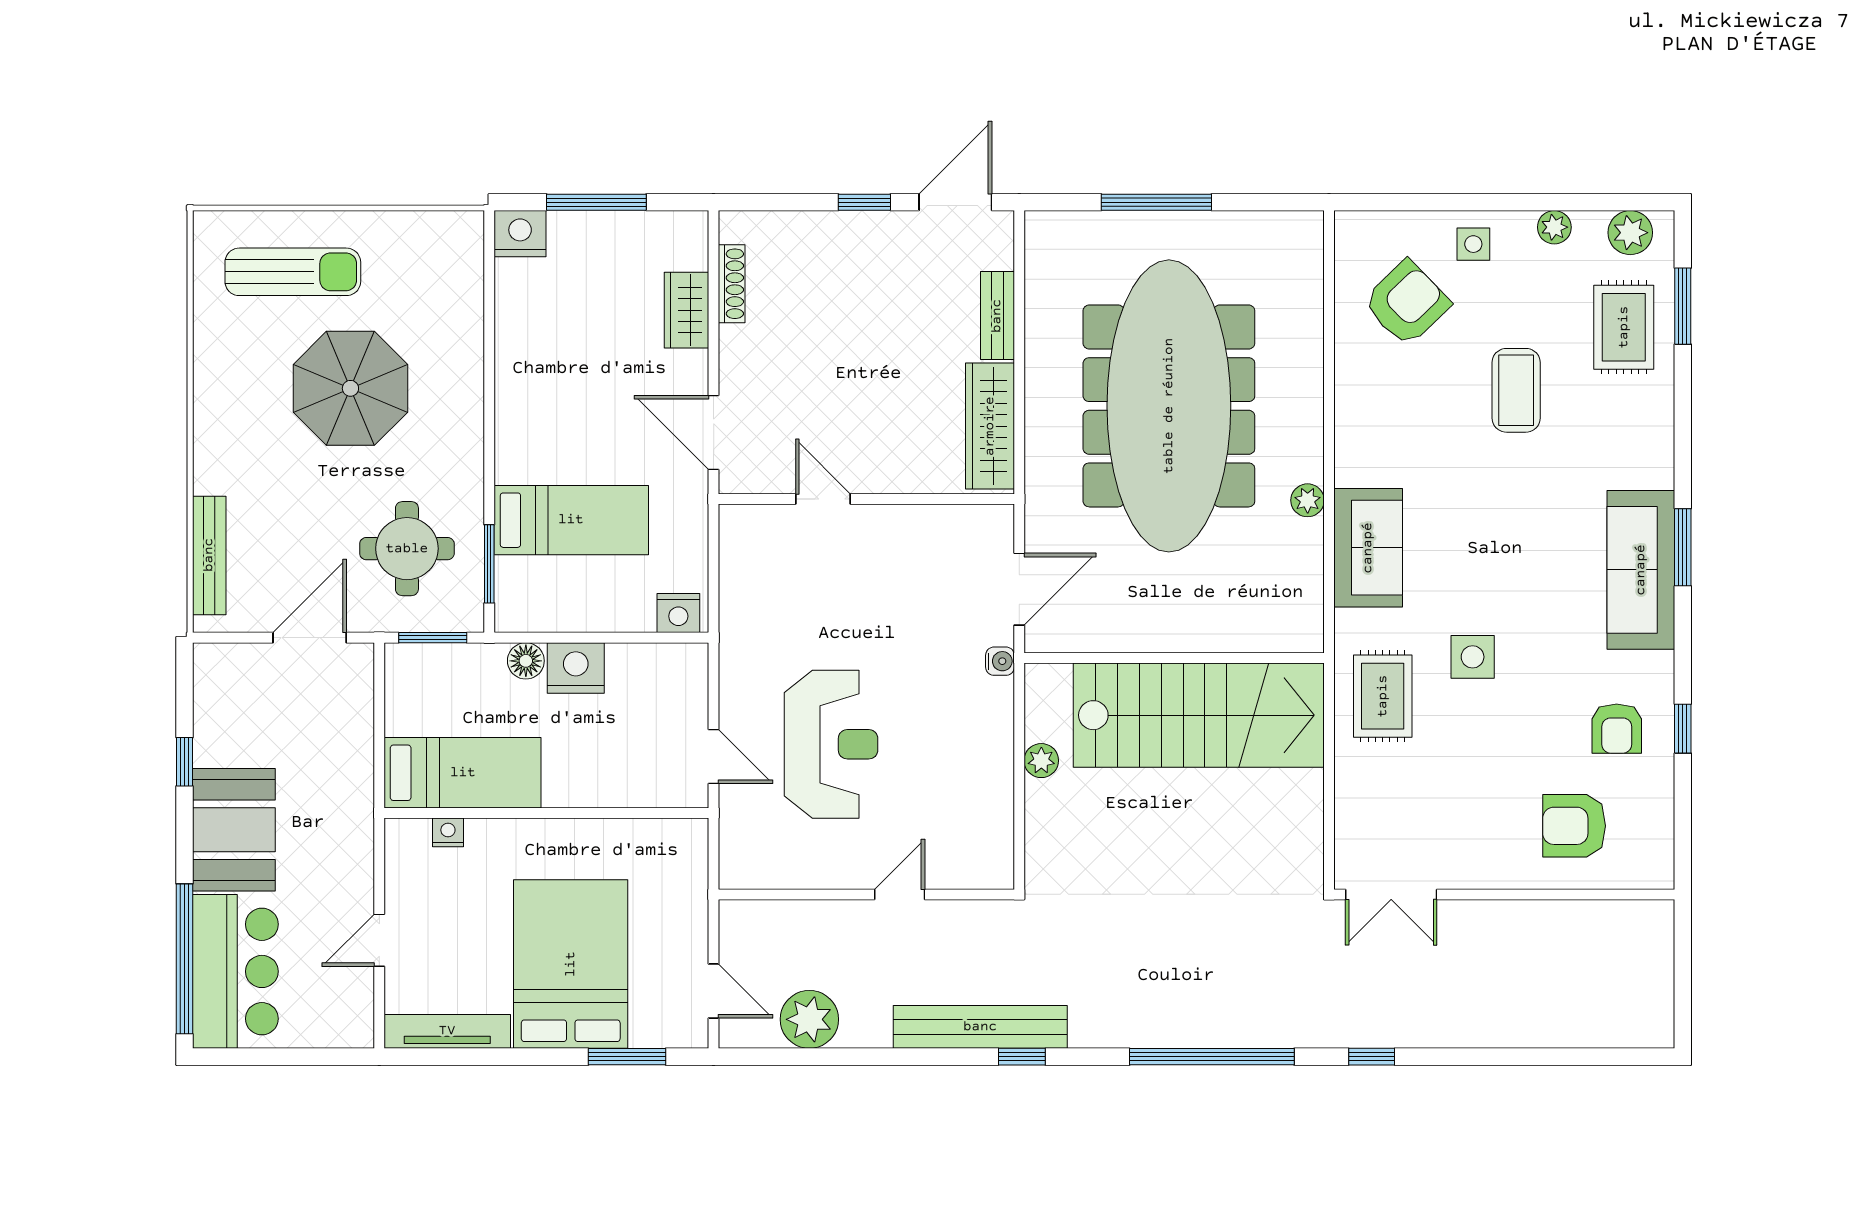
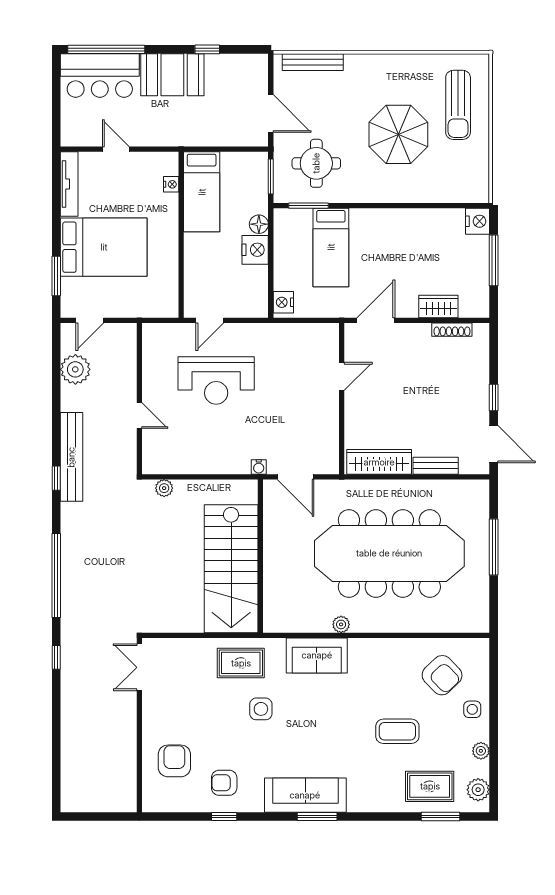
plant: (1041, 761) -> (164, 488), moved

